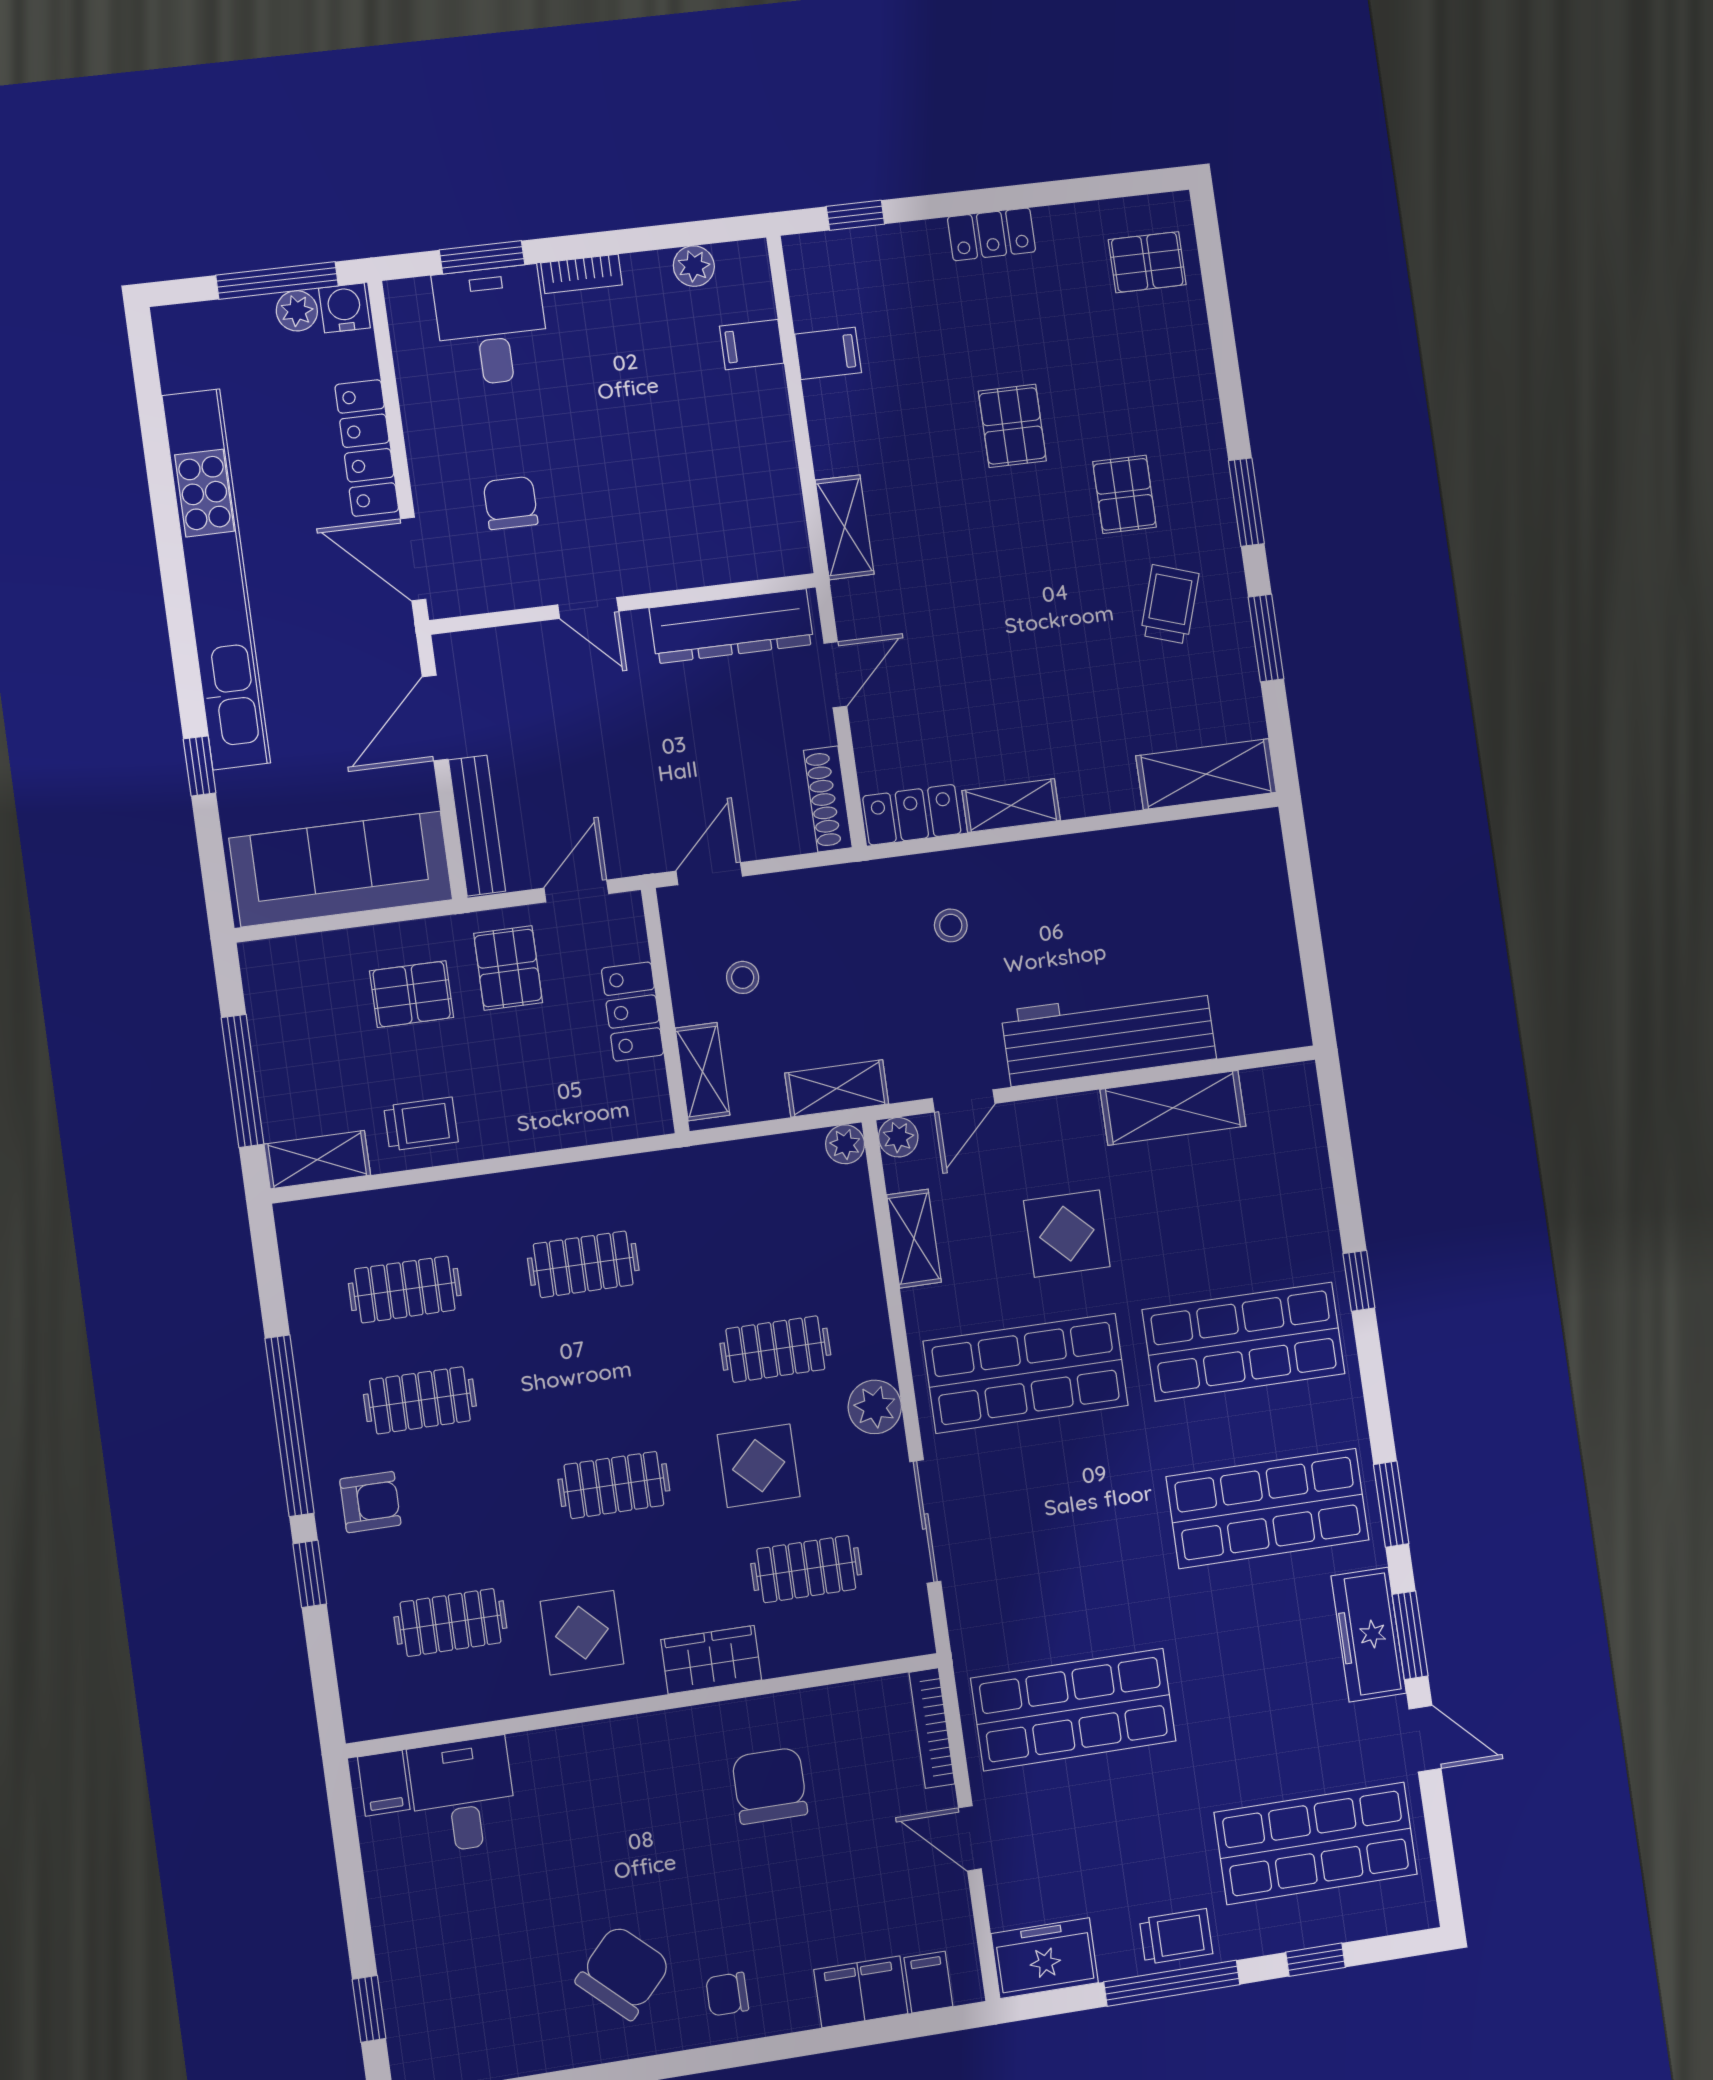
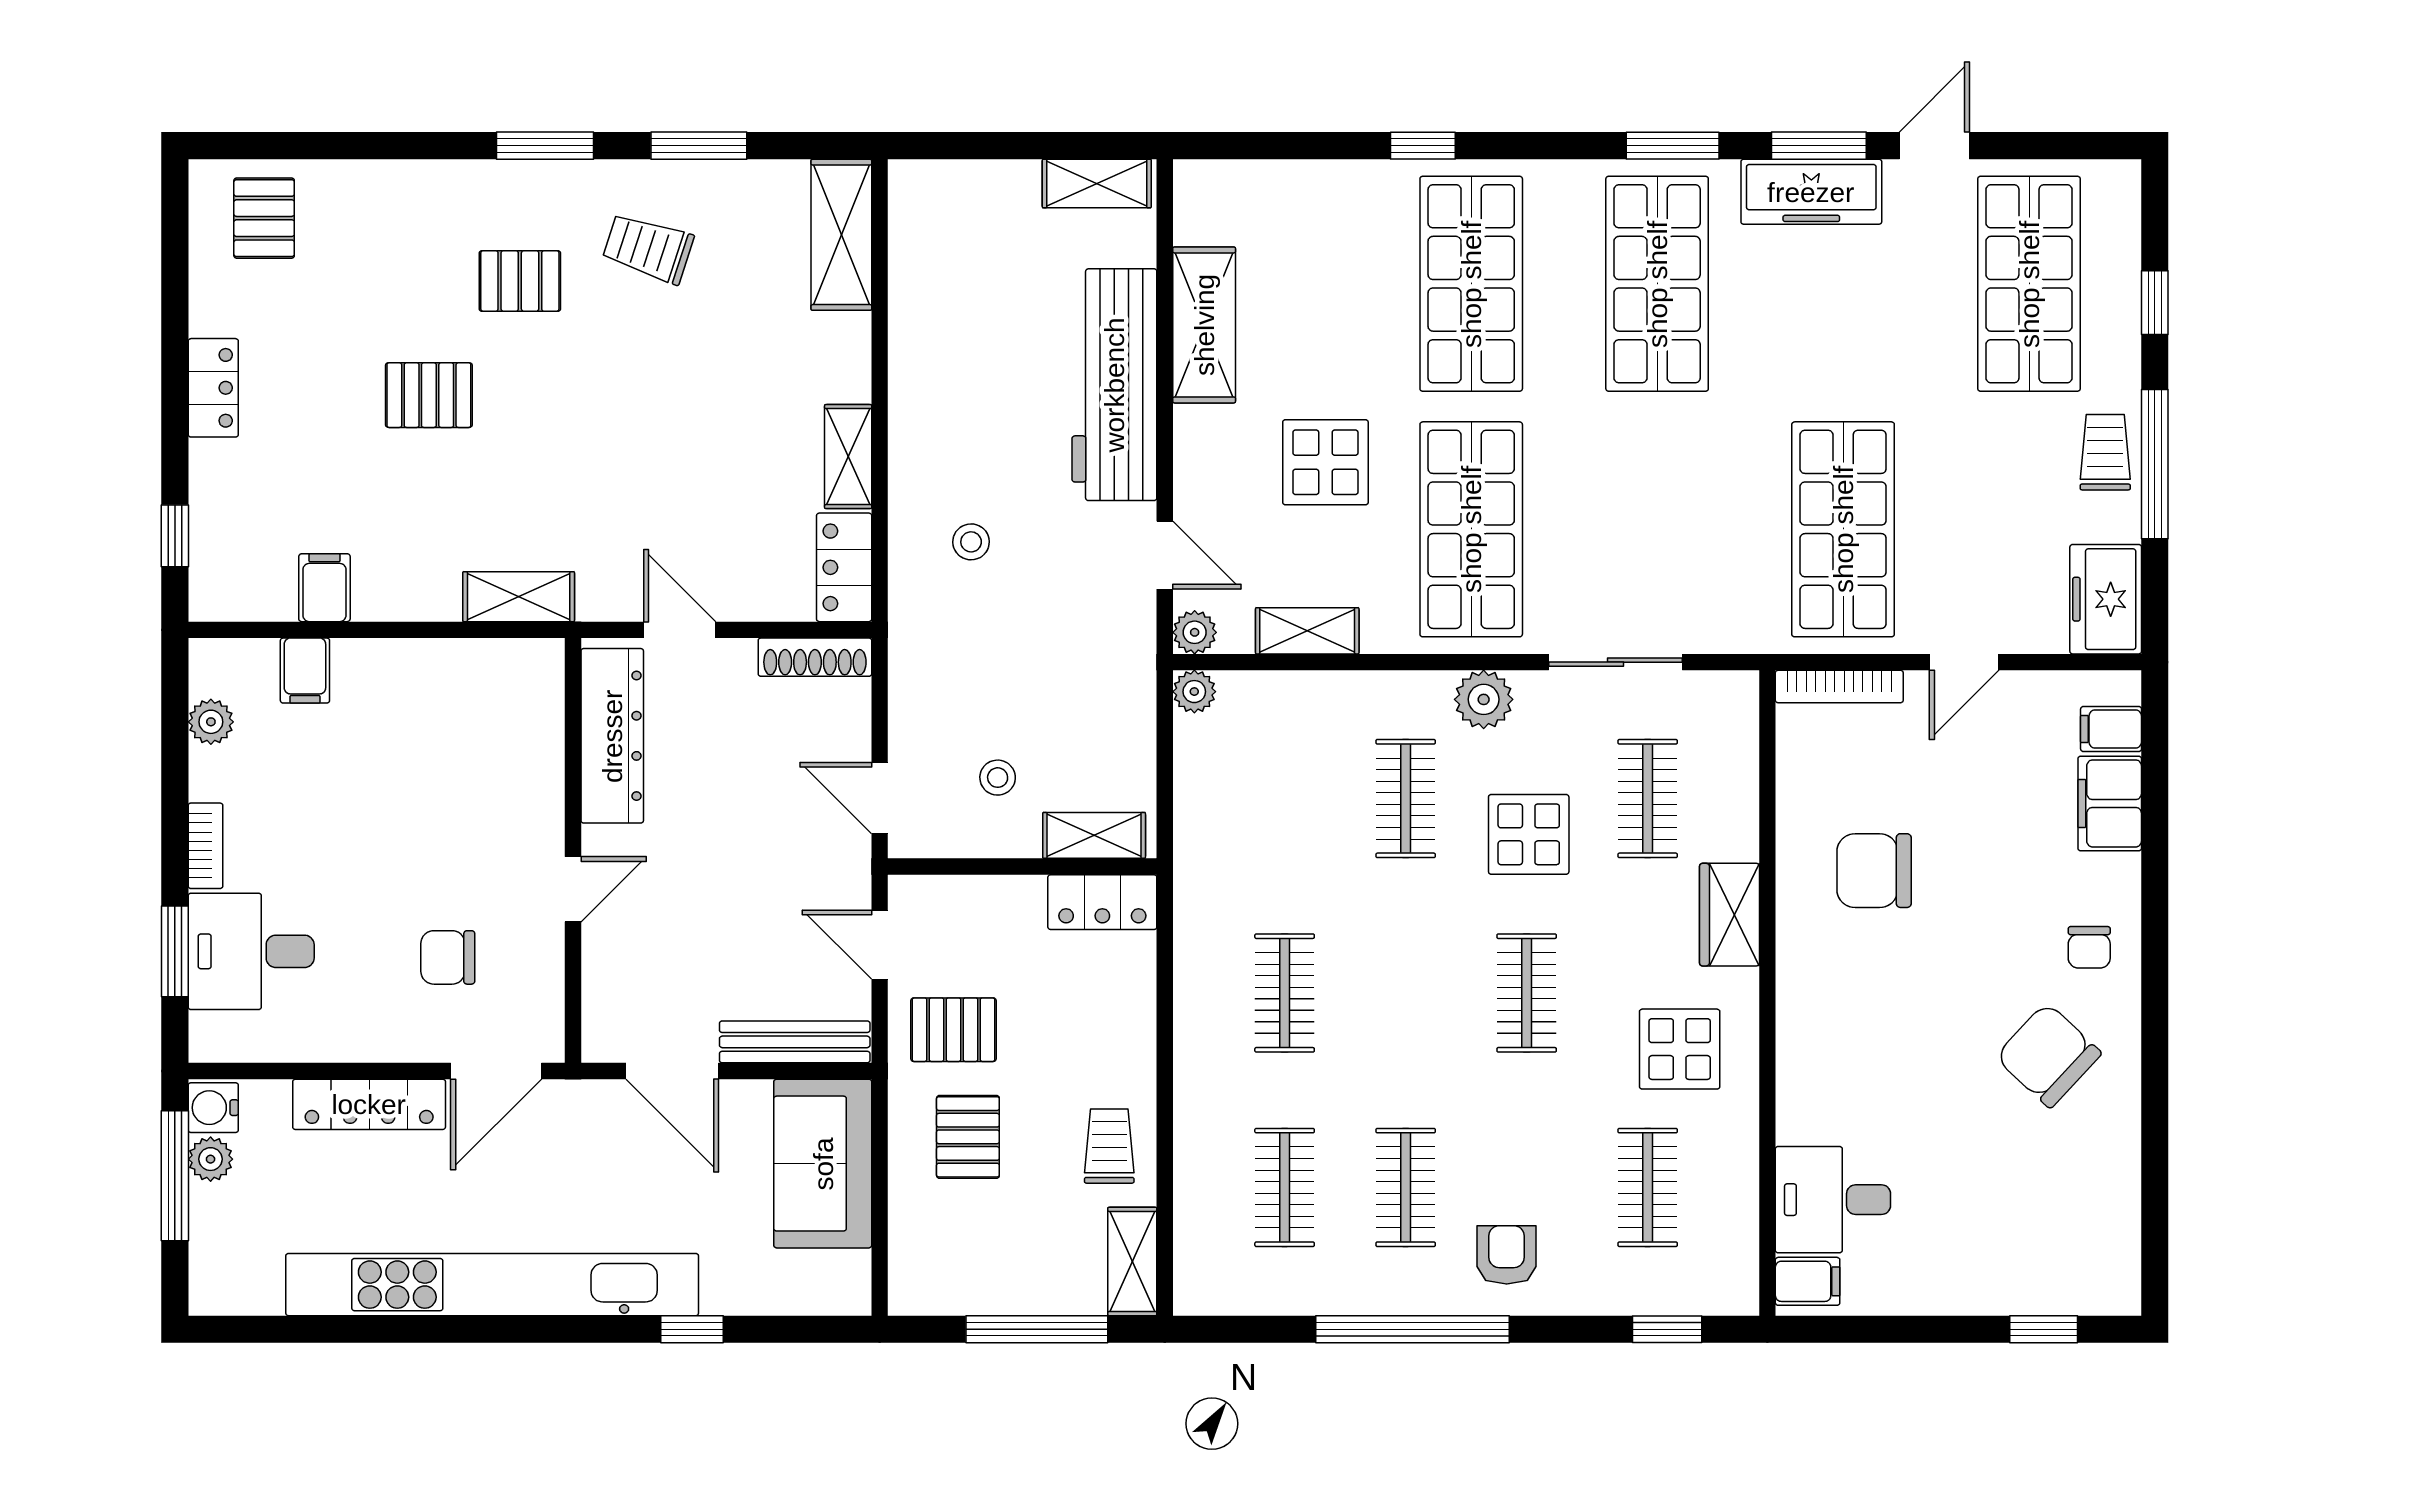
sofa: (341, 869) -> (823, 1164), width x0.73
locker: (633, 1012) -> (1102, 902), moved
shelving: (837, 1088) -> (1097, 184), moved, turned 90
window: (310, 1574) -> (1667, 1329), moved

